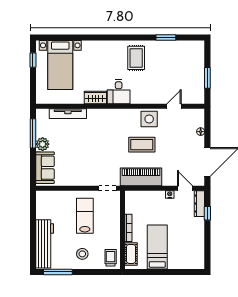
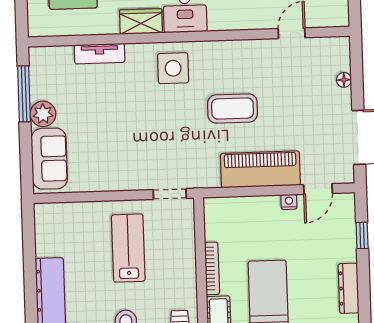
tv unit: (68, 114) -> (100, 54), width x0.71
side table: (149, 119) -> (173, 68), moved
piano: (141, 177) -> (260, 169), moved
door: (185, 188) -> (318, 189), swing flipped
dresser: (199, 204) -> (349, 288), moved

